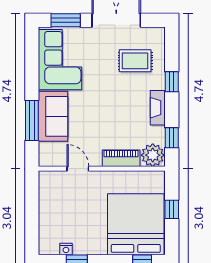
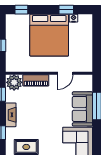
door: (78, 169) -> (65, 73), hinge flipped
bed: (136, 224) -> (49, 35), moved

